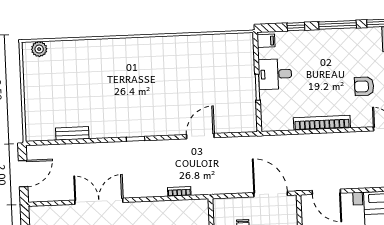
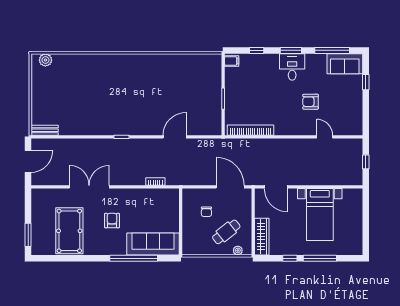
window: (338, 25) -> (291, 50), width x0.69
desk: (275, 74) -> (292, 67), moved, turned 90
bookcase: (322, 123) -> (251, 130), moved
bench: (72, 133) -> (45, 130), moved

